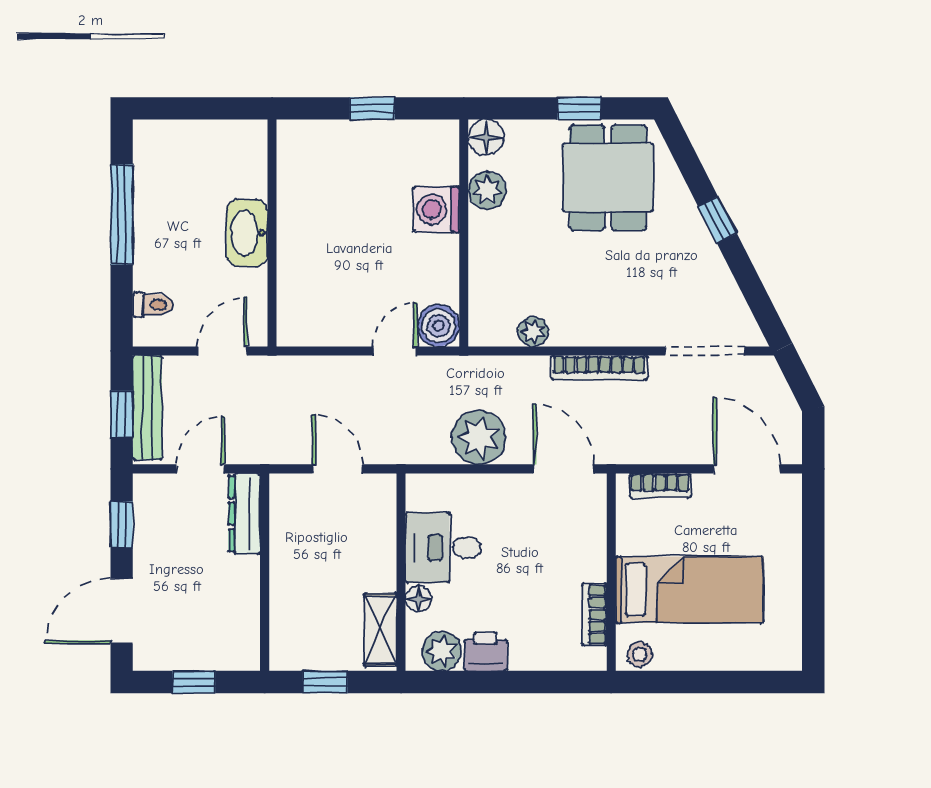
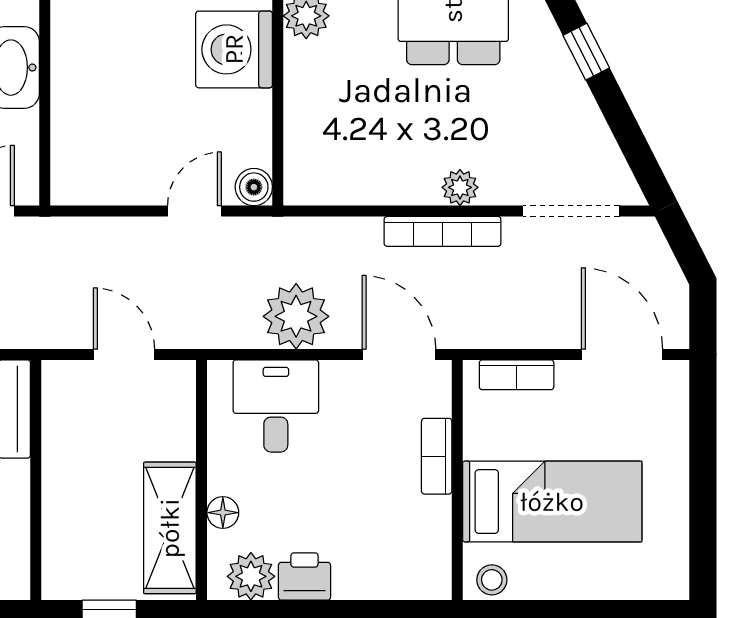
washing machine: (436, 209) -> (234, 49), width x1.37, depth x1.37
boiler: (438, 326) -> (254, 187), width x0.73, depth x0.73
plant: (533, 332) -> (460, 187), moved
desk: (443, 548) -> (276, 406), moved, turned 90
bookcase: (594, 614) -> (437, 456), moved
shelving: (380, 630) -> (170, 528), width x1.50, depth x1.33

